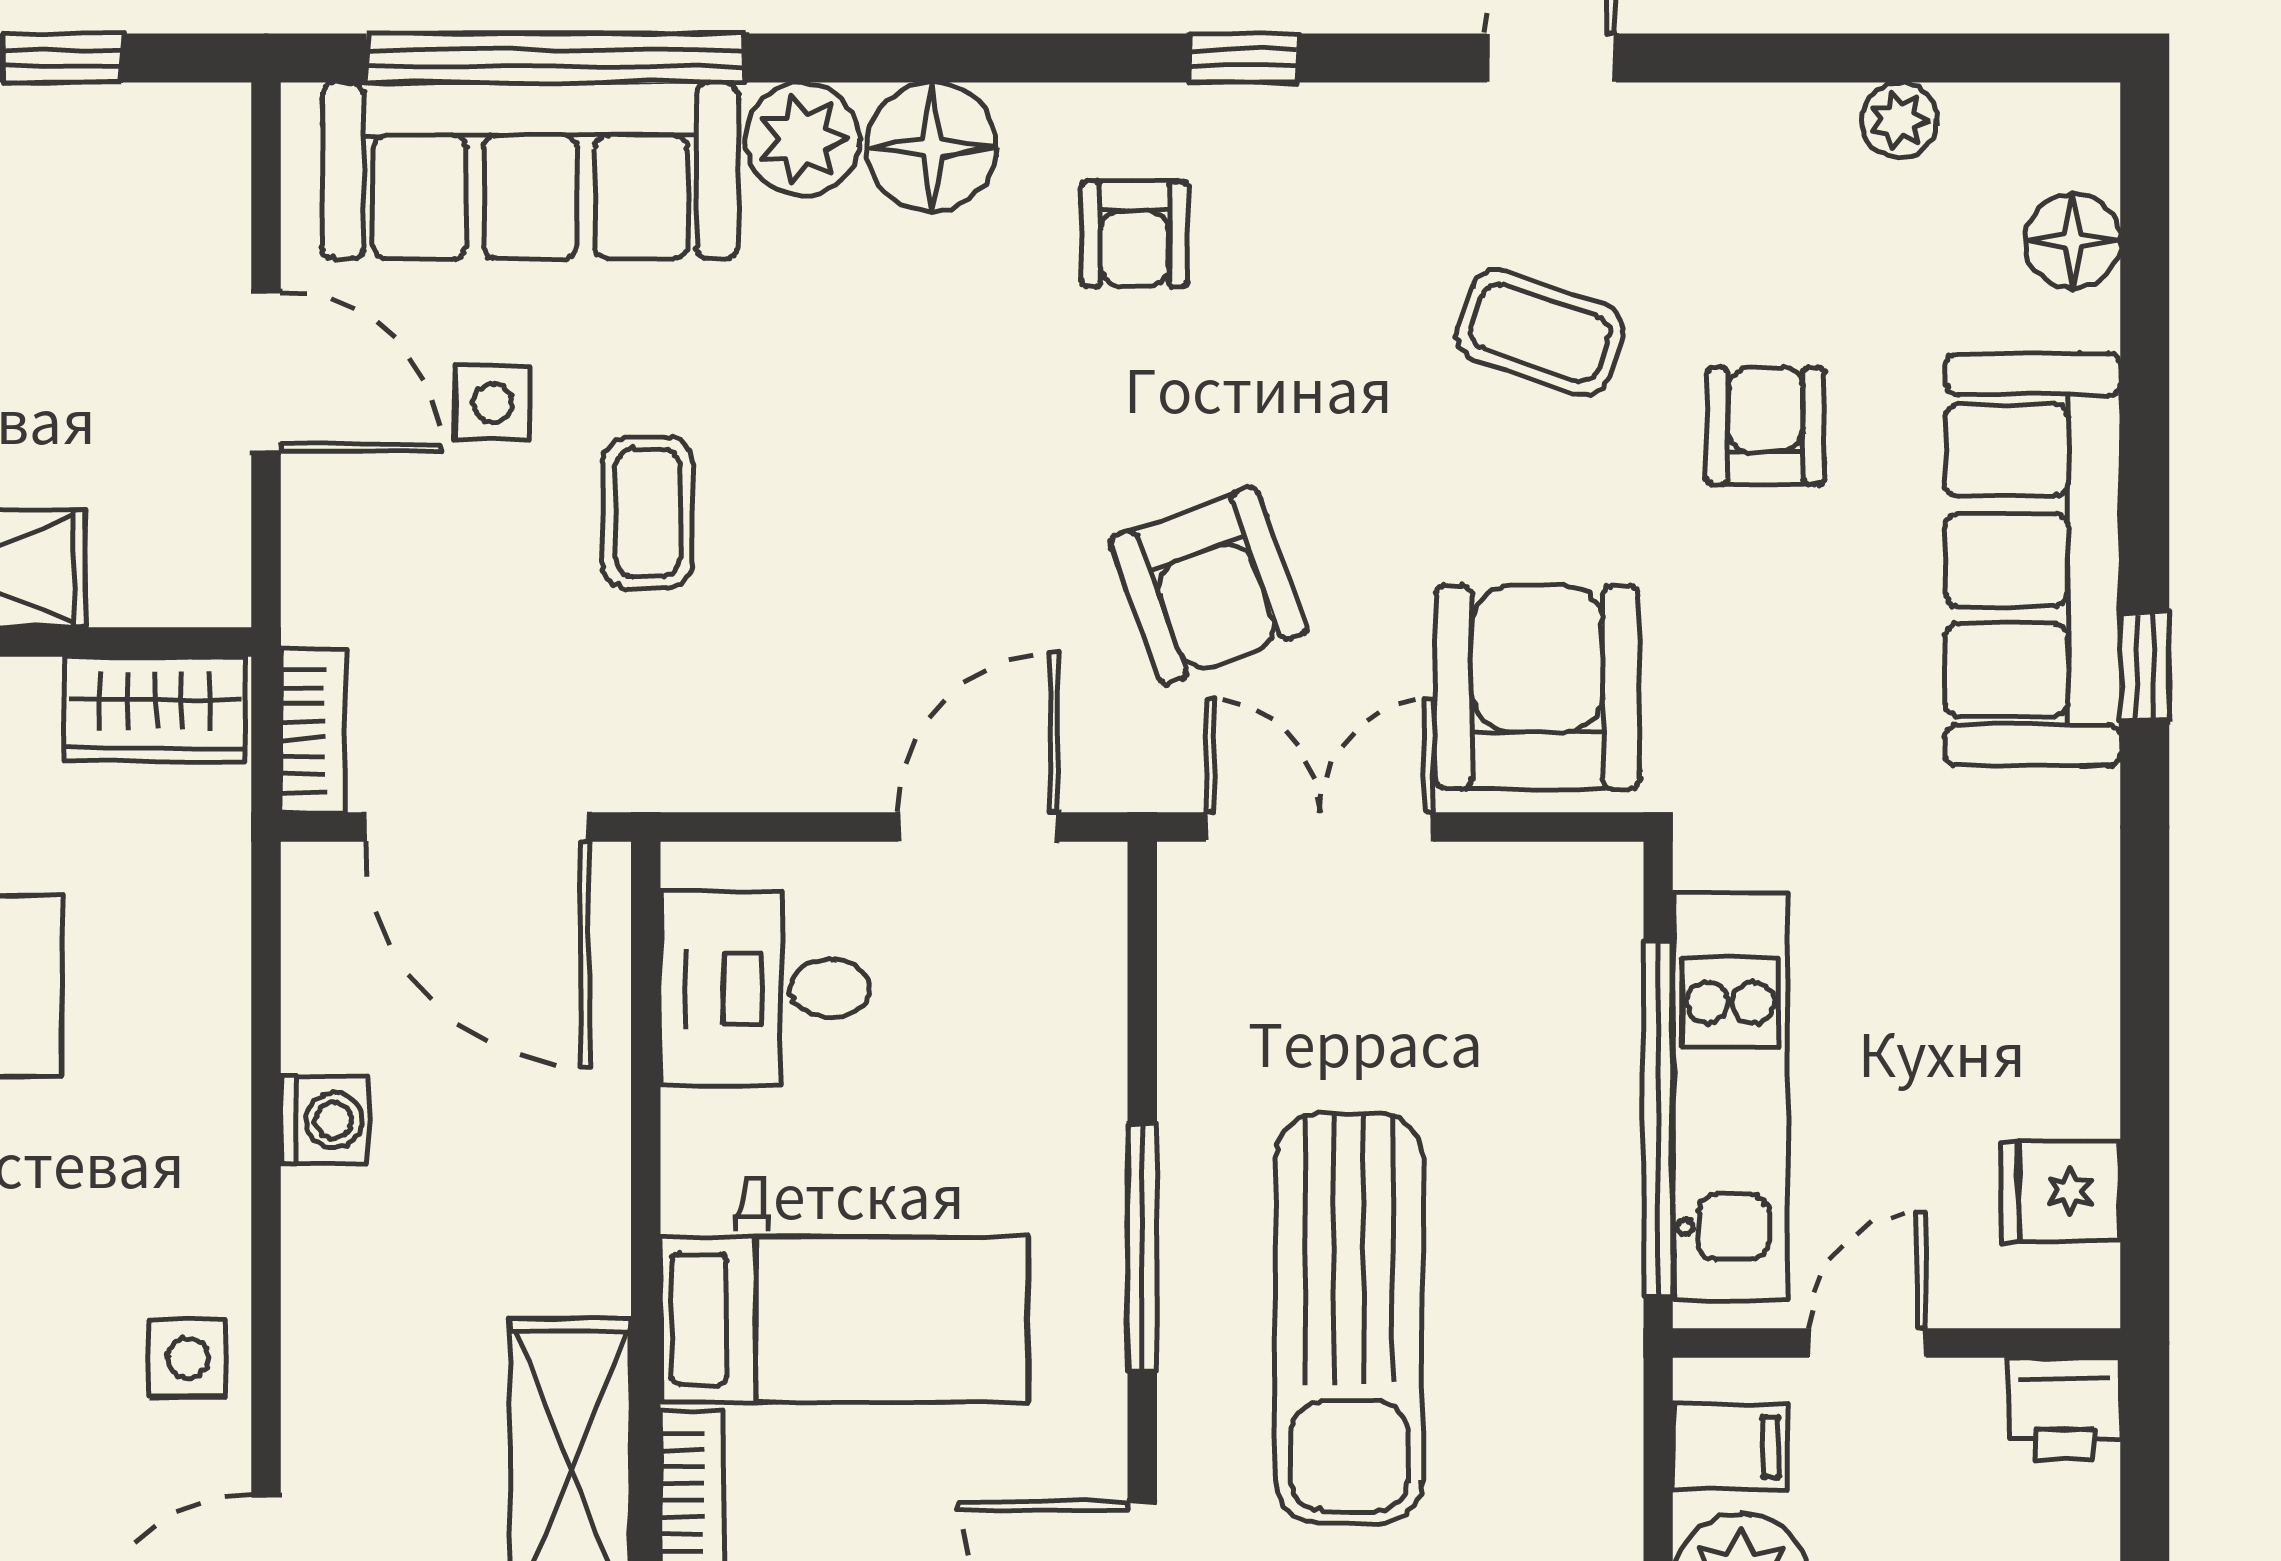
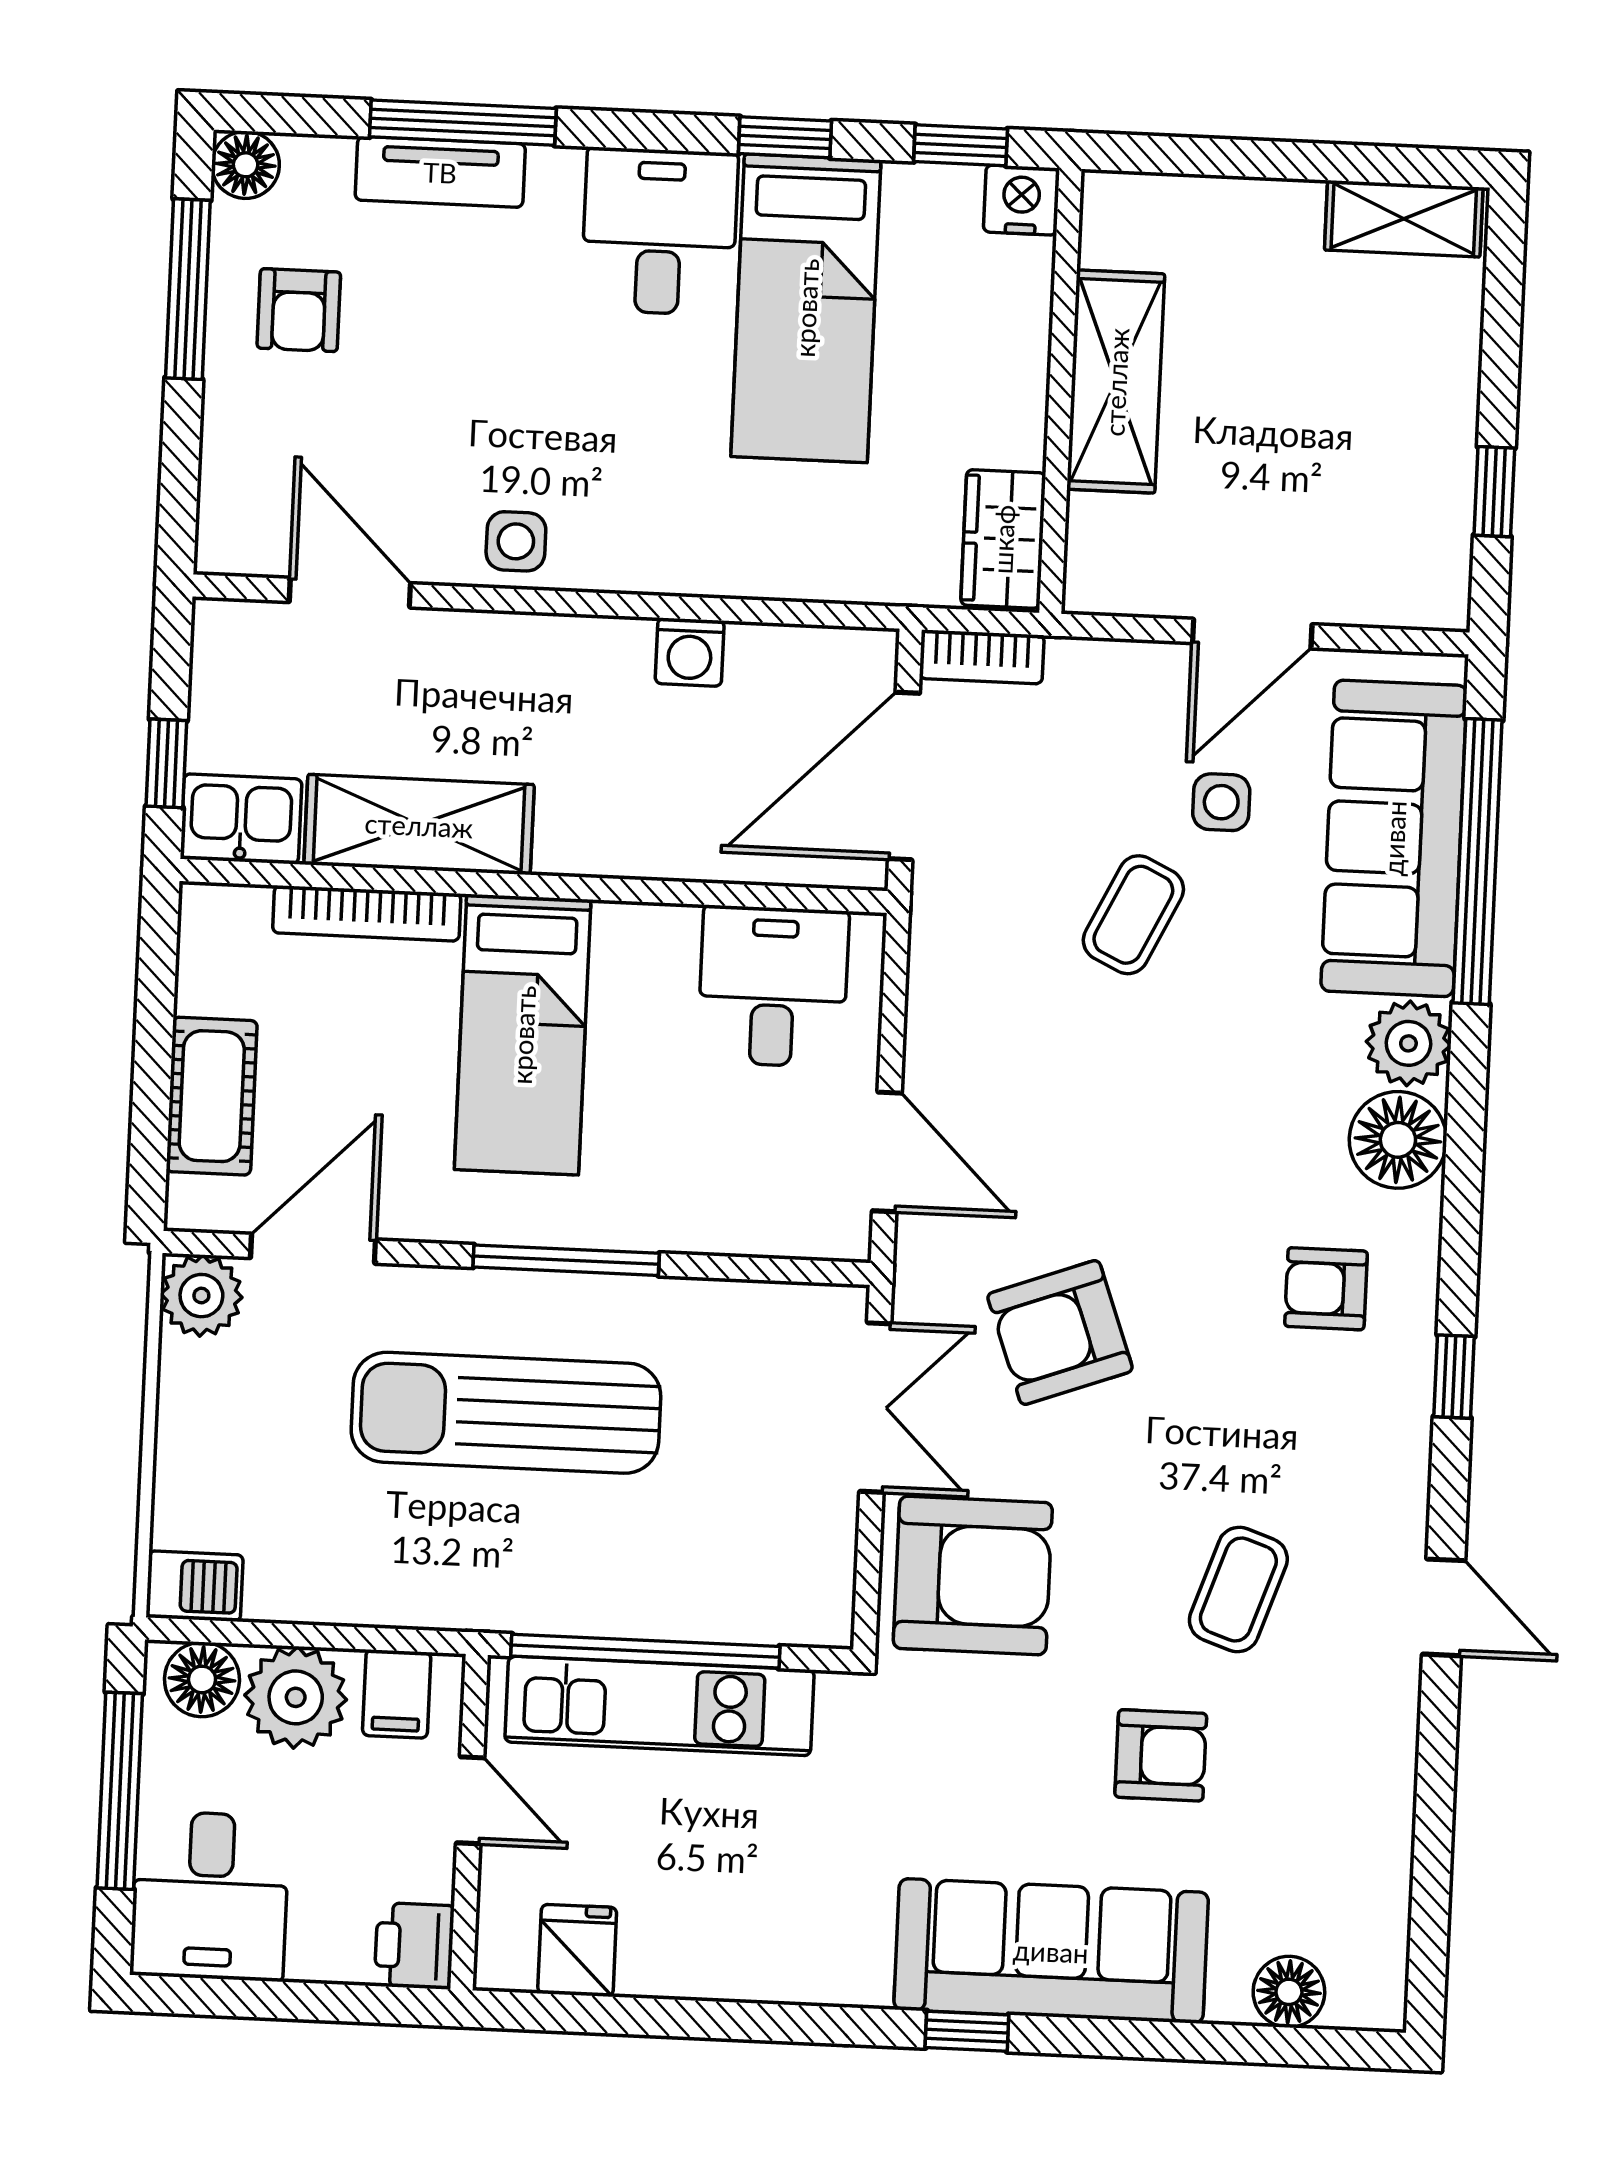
plant: (1899, 120) -> (1385, 1866), removed
coffee table: (648, 513) -> (1133, 915), turned -64

